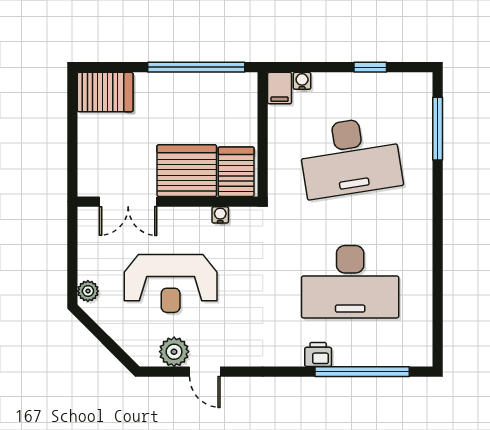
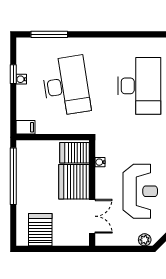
water cooler: (302, 81) -> (21, 79), moved
server rack: (105, 92) -> (40, 230), moved

